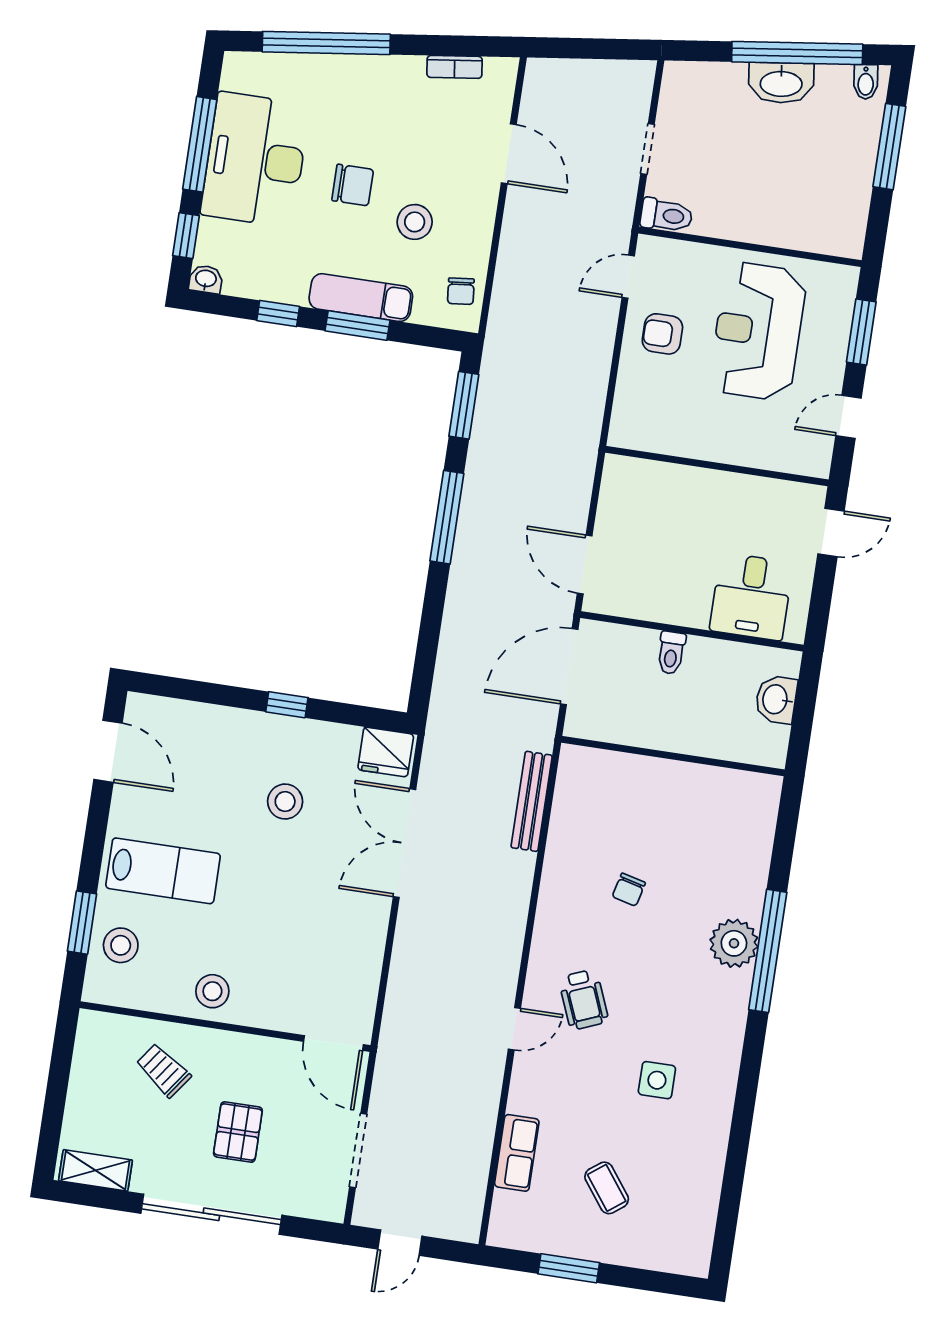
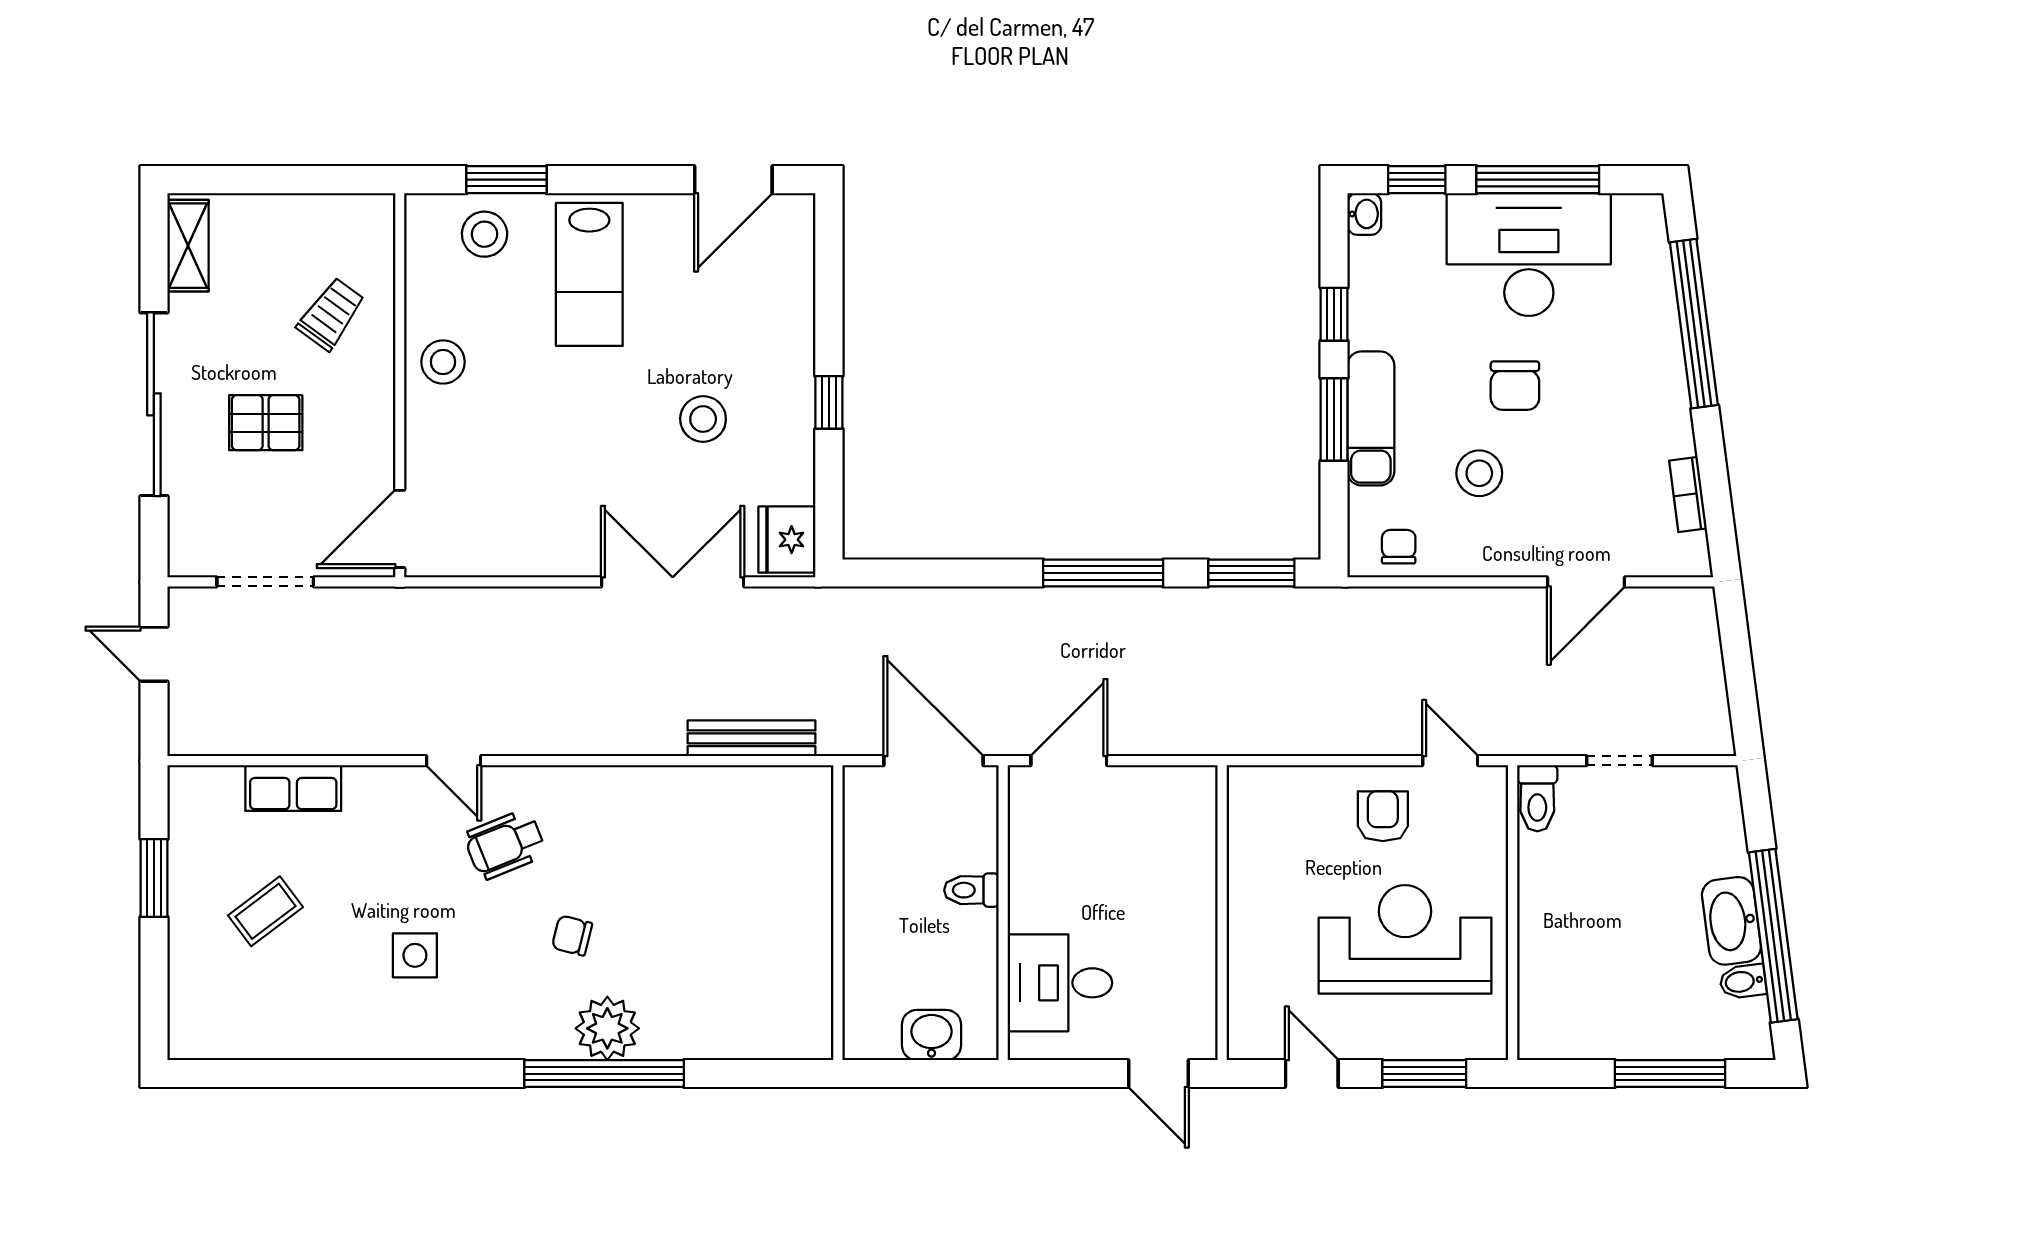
bidet: (866, 82) -> (1743, 981), moved
chair: (461, 291) -> (1399, 547), turned 96
chair: (629, 890) -> (572, 936), moved

